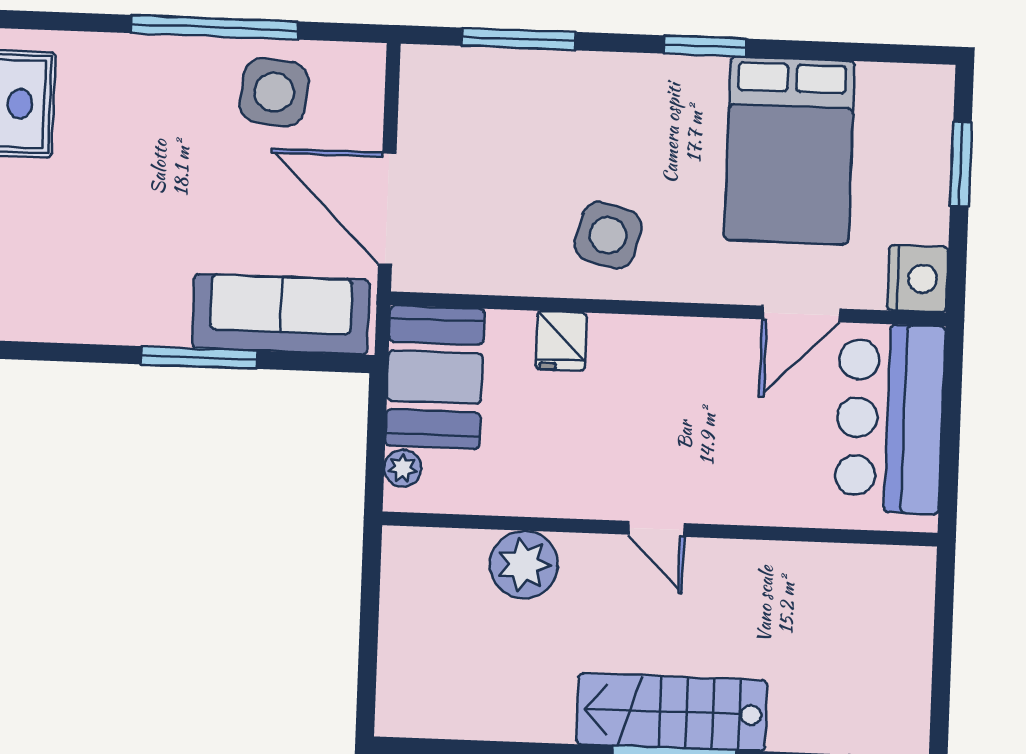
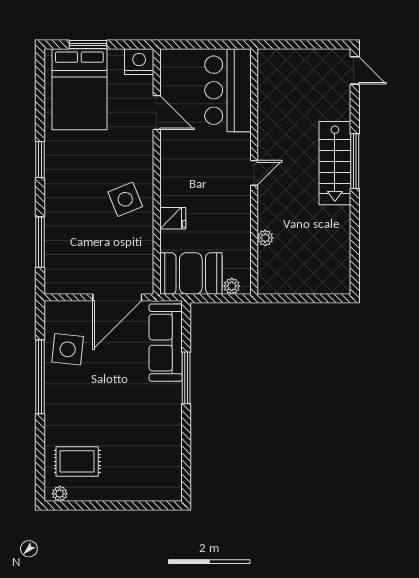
bed: (790, 150) -> (79, 89), moved, turned 90
side table: (608, 235) -> (125, 199), turned -37
bar counter: (890, 419) -> (228, 90), moved, turned 90
plant: (524, 565) -> (265, 238), width x0.53, depth x0.53

